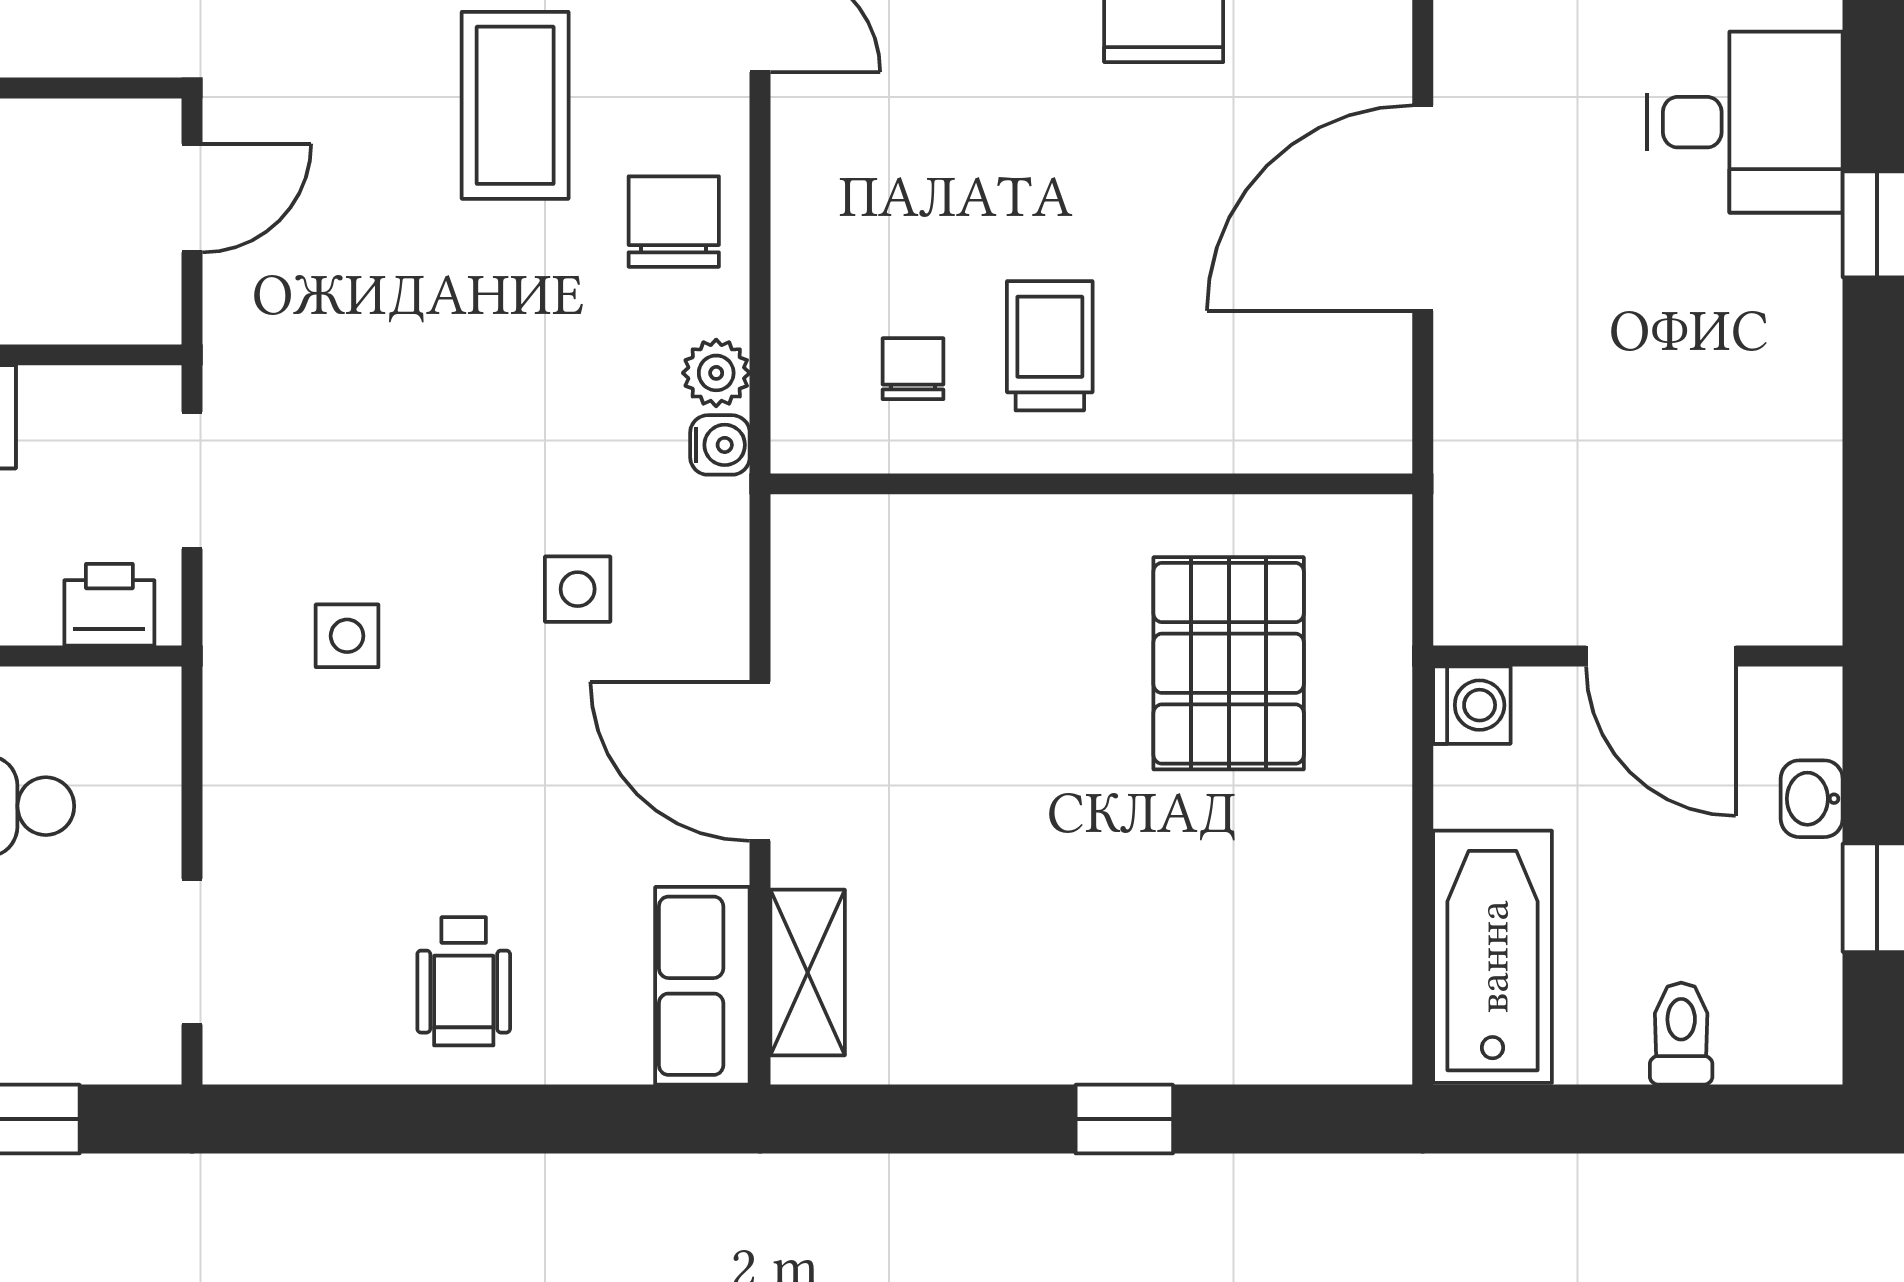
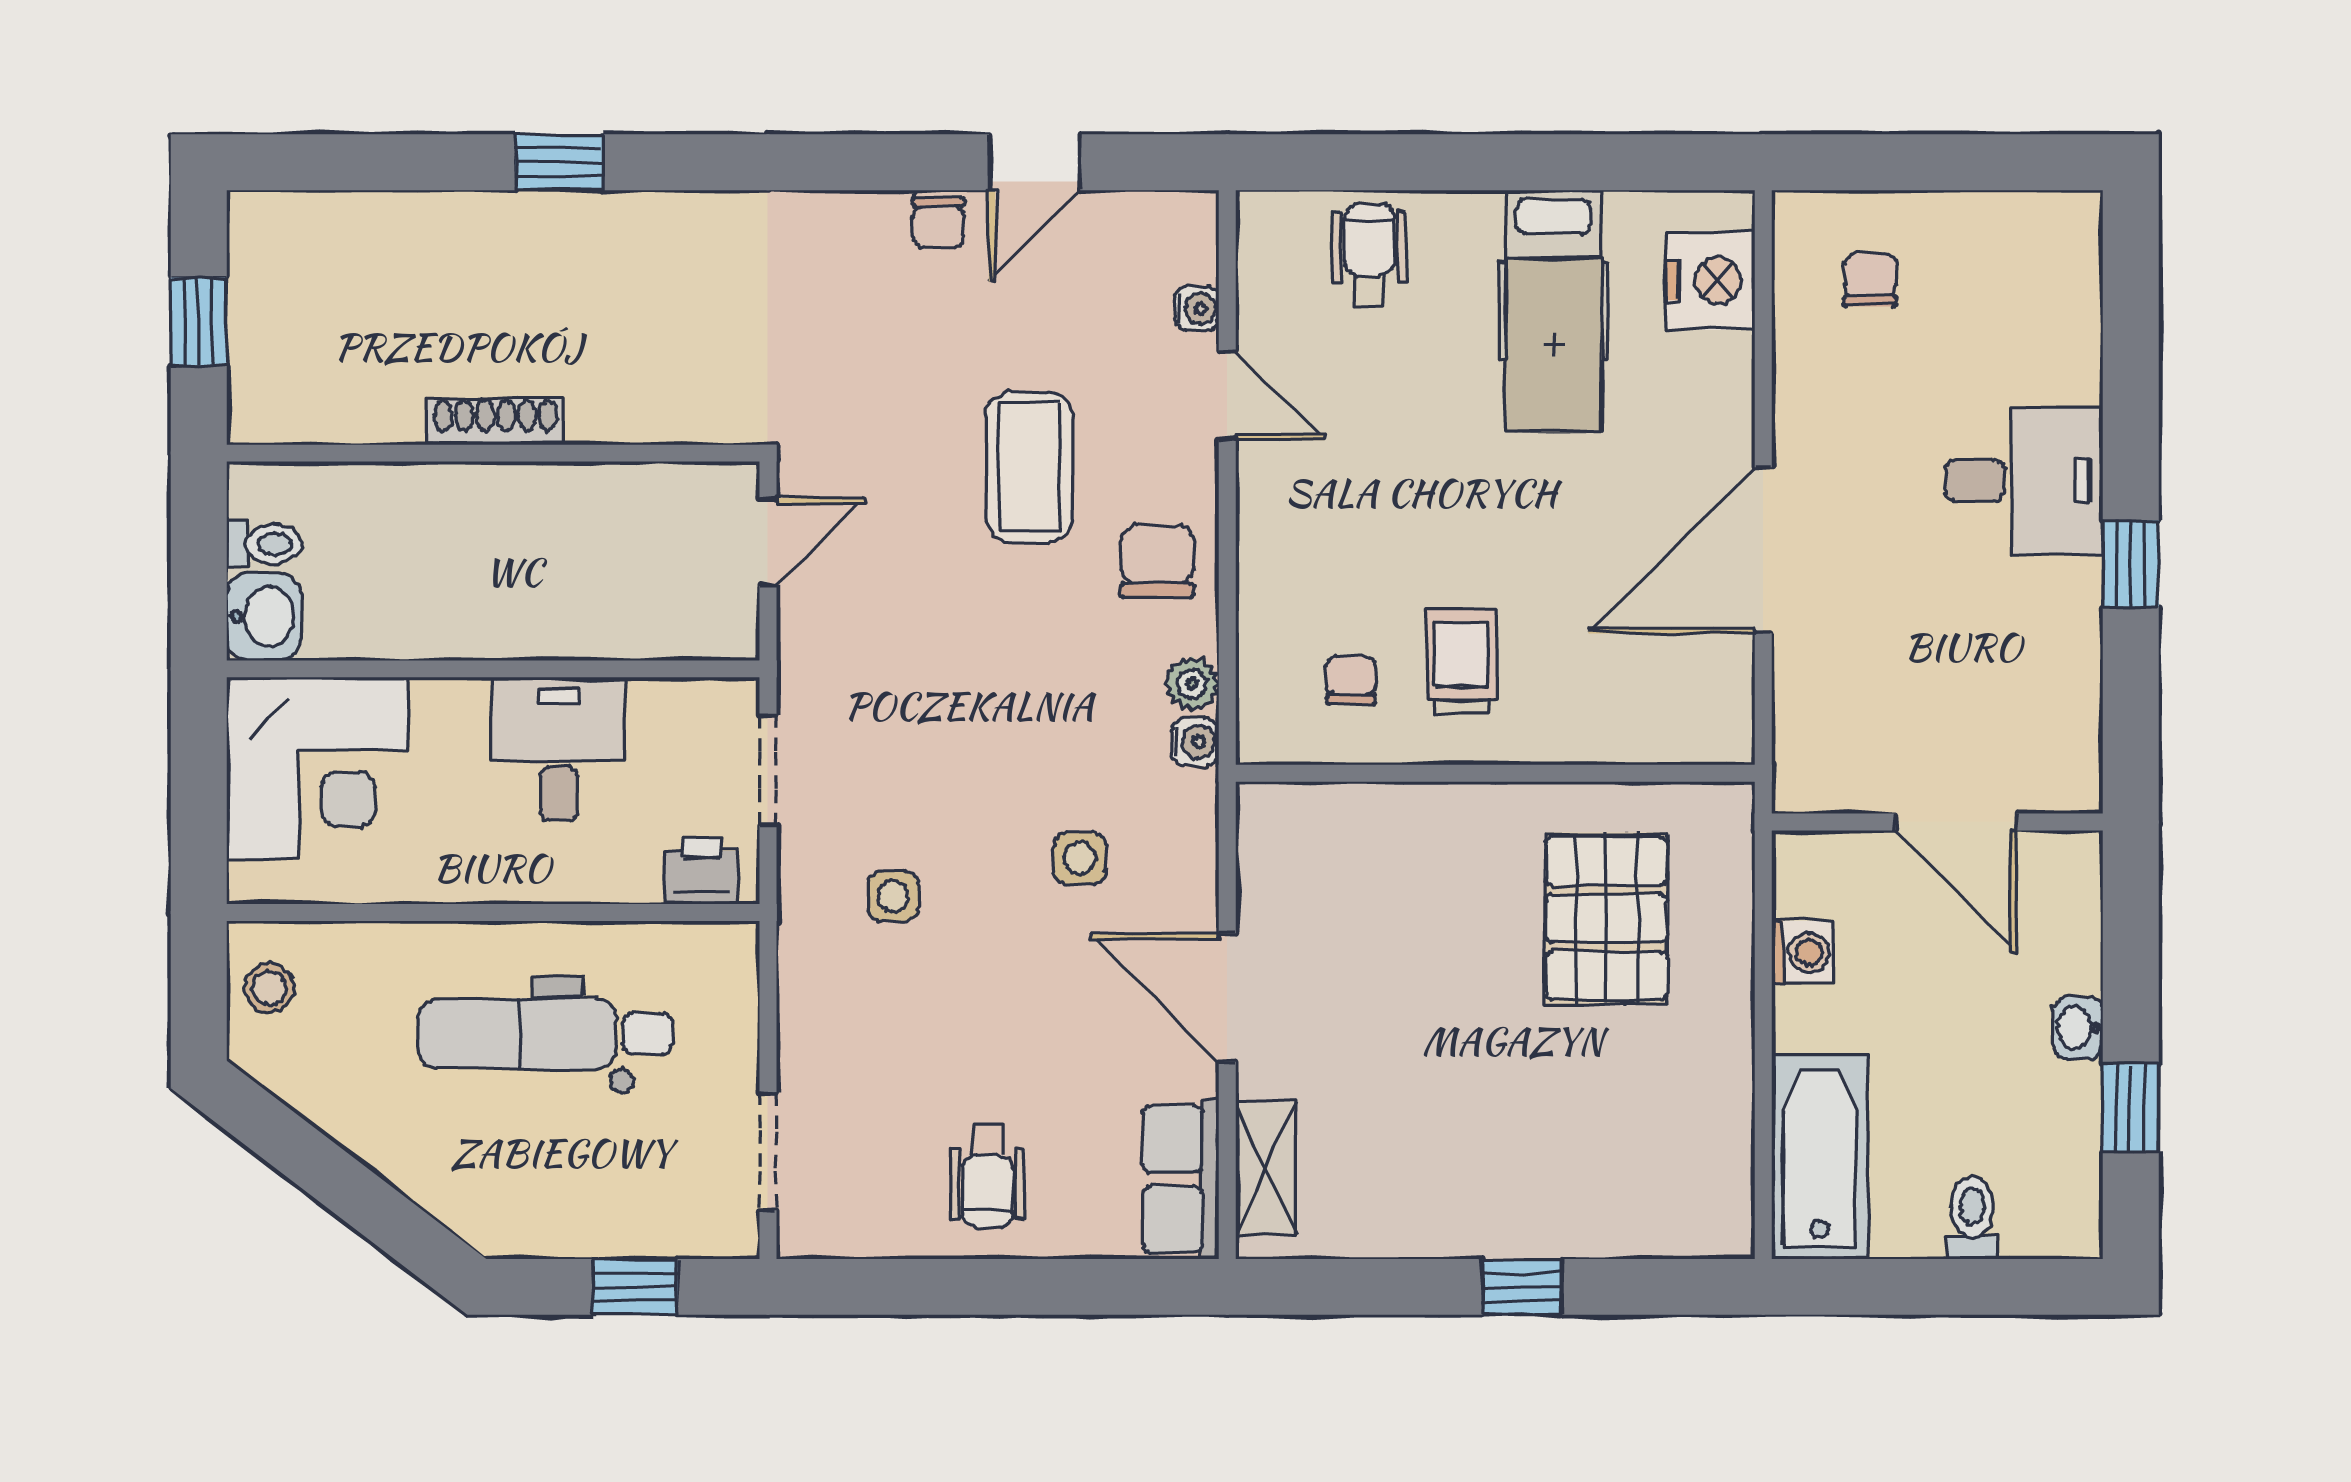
wall: (1638, 656) -> (1937, 822), moved
door: (1661, 656) -> (1956, 822), moved

